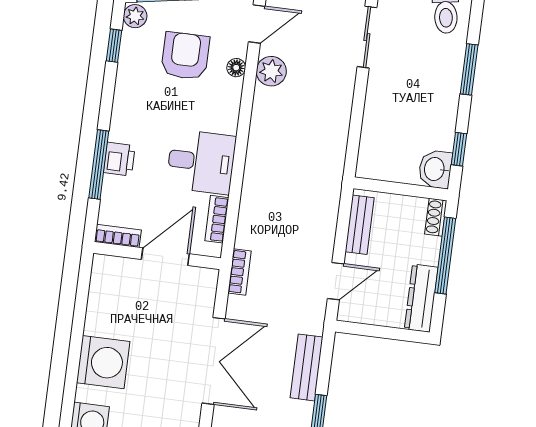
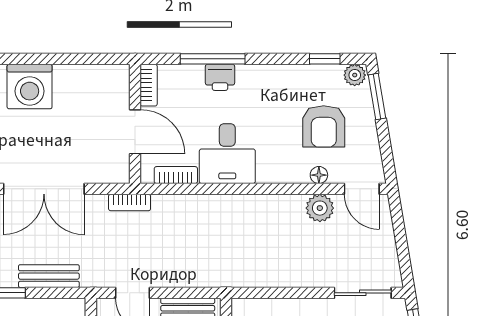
armchair: (185, 56) -> (324, 126), turned 90

